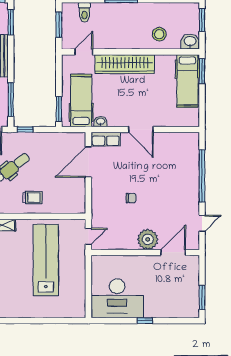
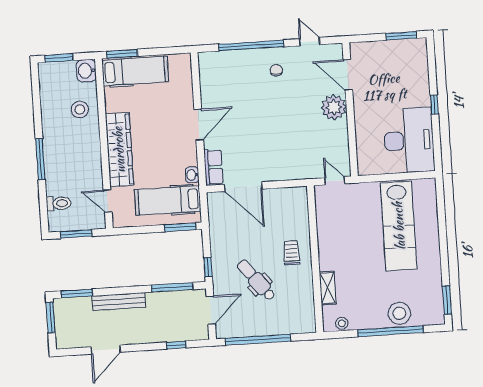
chair: (131, 198) -> (276, 70), moved
lab bench: (46, 260) -> (399, 226), moved, turned -90

